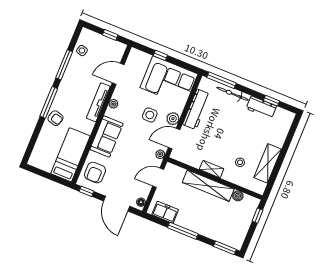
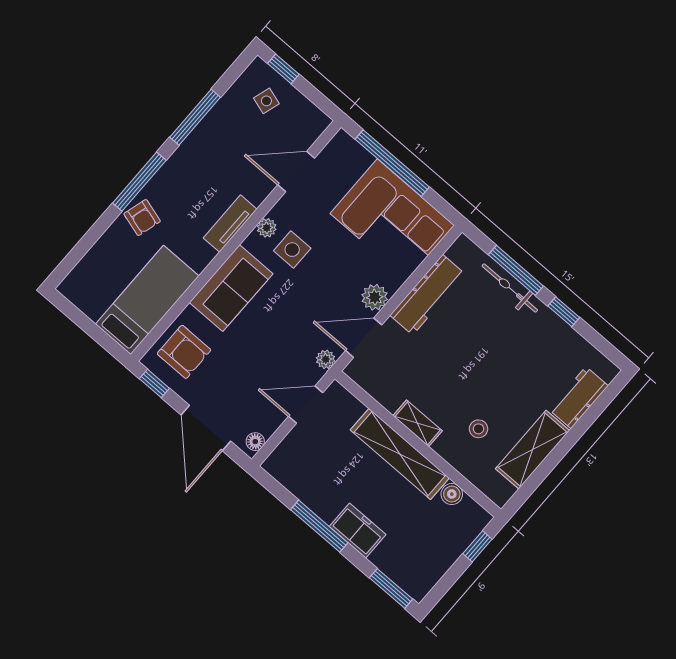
window: (110, 35) -> (283, 69), moved
side table: (82, 51) -> (266, 101), moved
window: (160, 55) -> (392, 163), width x3.17
window: (222, 80) -> (516, 270), moved
window: (272, 101) -> (564, 312), moved
tv unit: (98, 102) -> (230, 224), width x0.71
workbench: (261, 107) -> (579, 398), moved, turned 90
side table: (150, 115) -> (292, 250), moved
armchair: (95, 173) -> (184, 352), turned -90
freezer: (165, 212) -> (358, 531), moved

